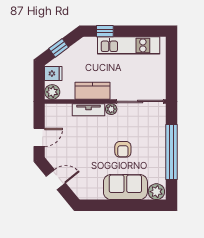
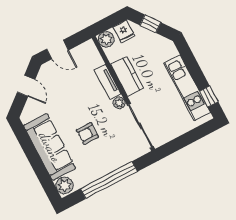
window: (105, 31) -> (209, 96), moved
sofa: (125, 187) -> (50, 147), width x1.36

